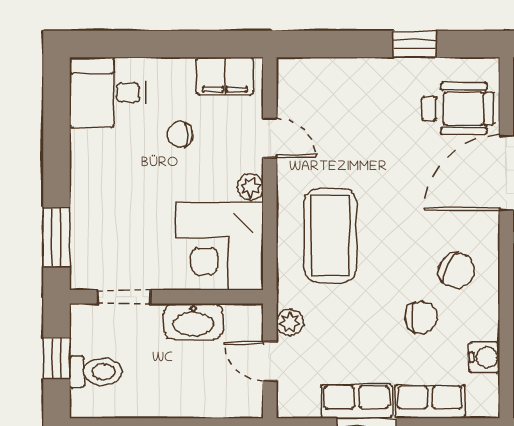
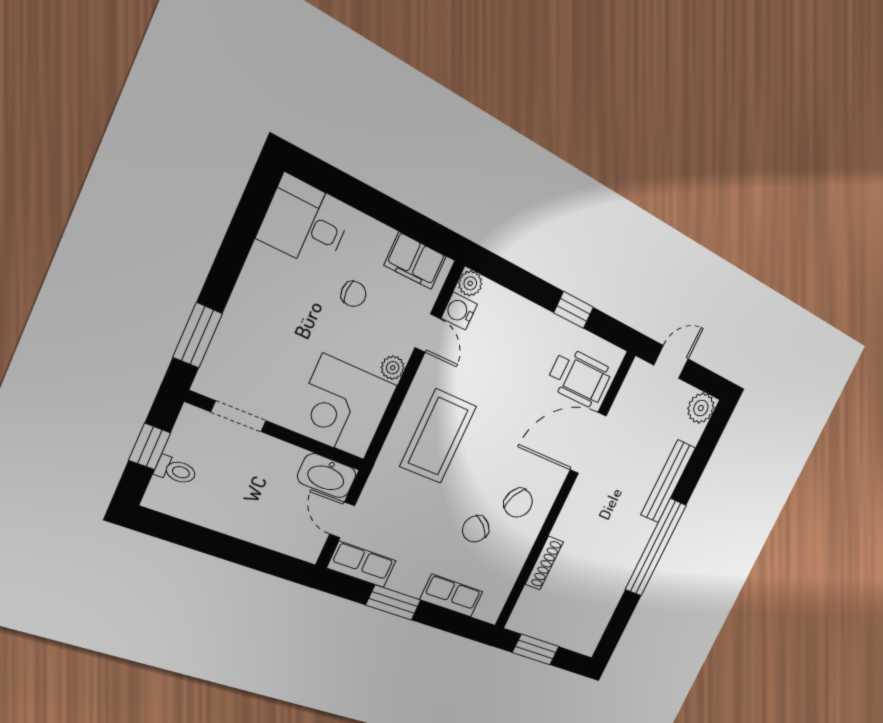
chair: (180, 135) -> (354, 294), turned 180
chair: (421, 317) -> (476, 529), turned 132
washbasin: (193, 321) -> (327, 476), moved
plant: (290, 322) -> (470, 283), moved
water cooler: (484, 357) -> (459, 311), moved, turned 180
toilet: (96, 372) -> (176, 470), width x0.73, depth x0.72
row of seats: (357, 401) -> (362, 564), moved

